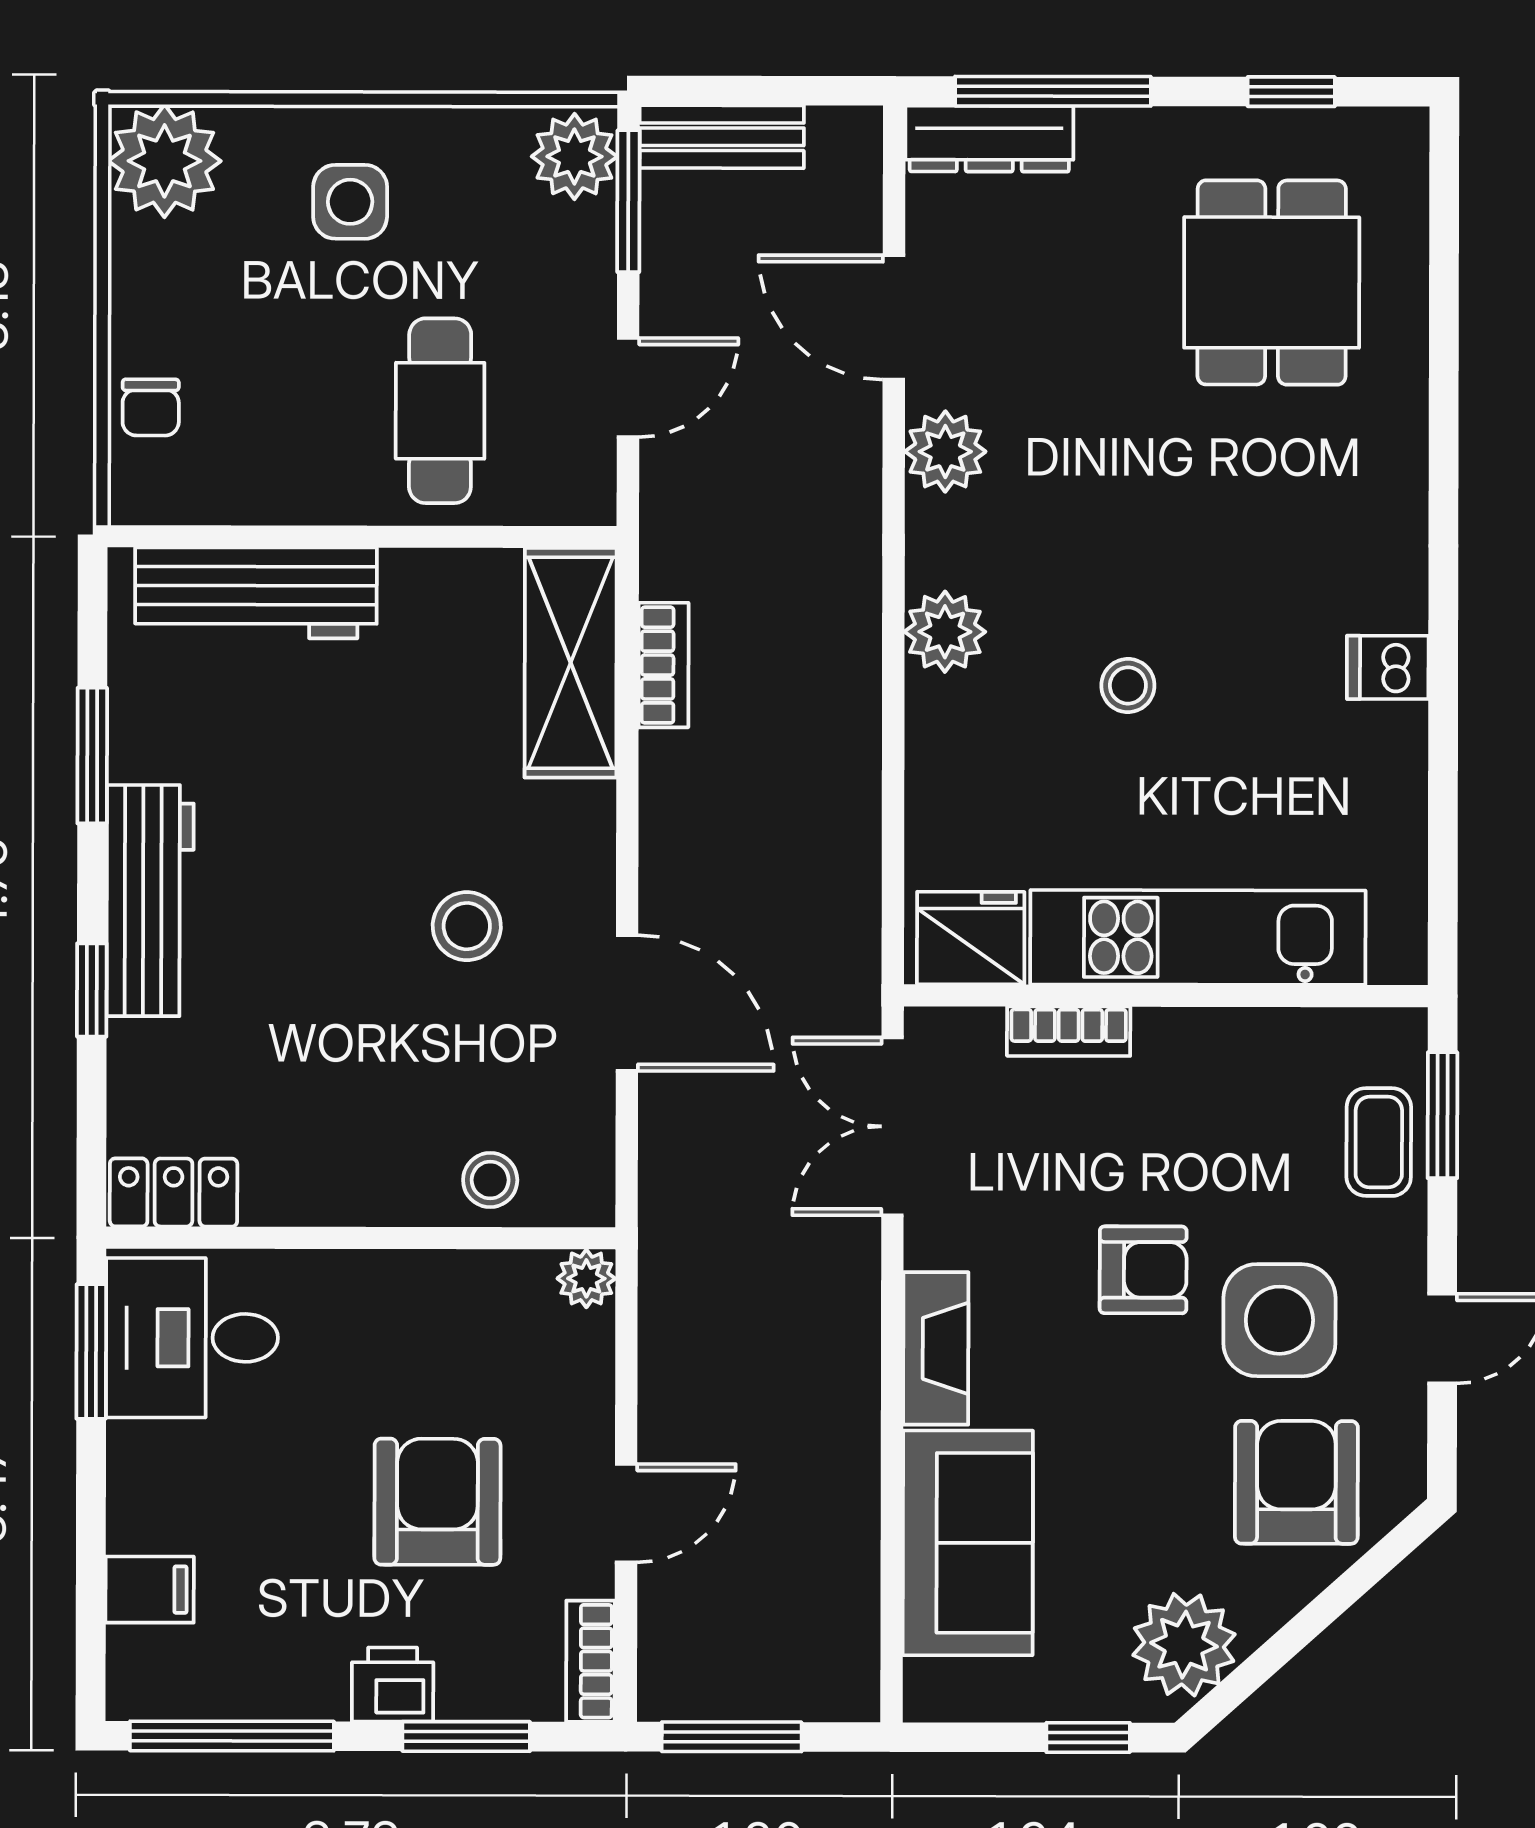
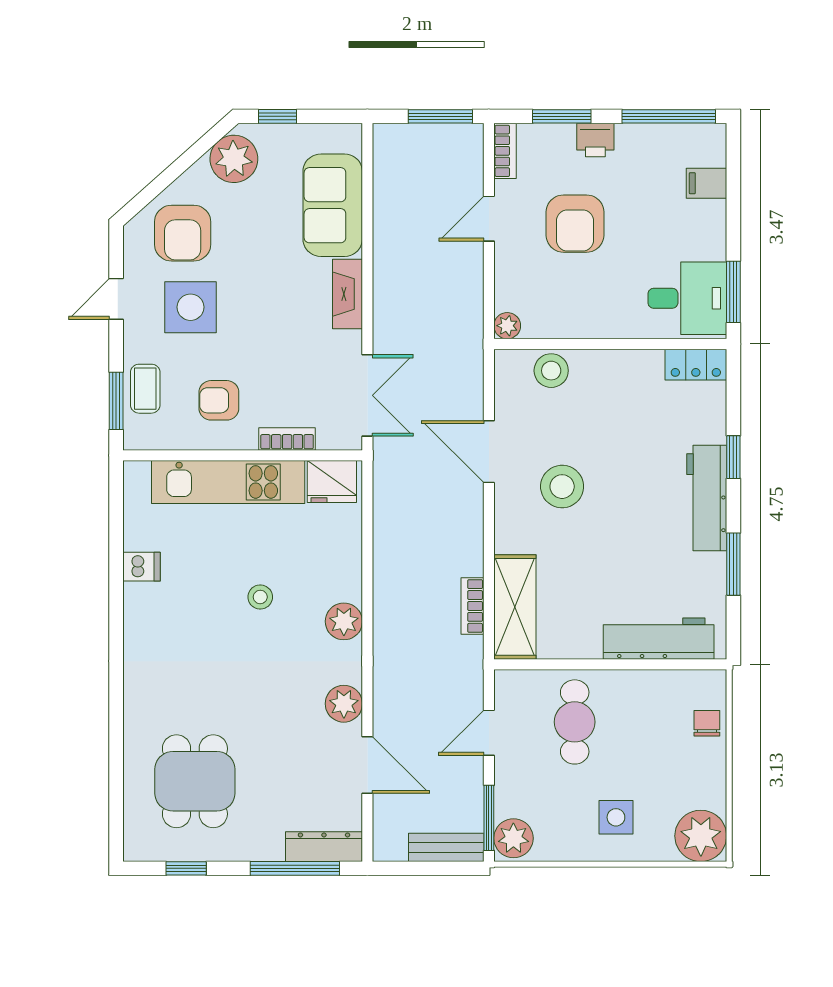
dishwasher: (1388, 667) -> (142, 567), moved
stool: (467, 926) -> (562, 487), width x1.38, depth x1.38
stool: (490, 1180) -> (551, 371), width x1.37, depth x1.37
armchair: (1143, 1270) -> (219, 400), moved

